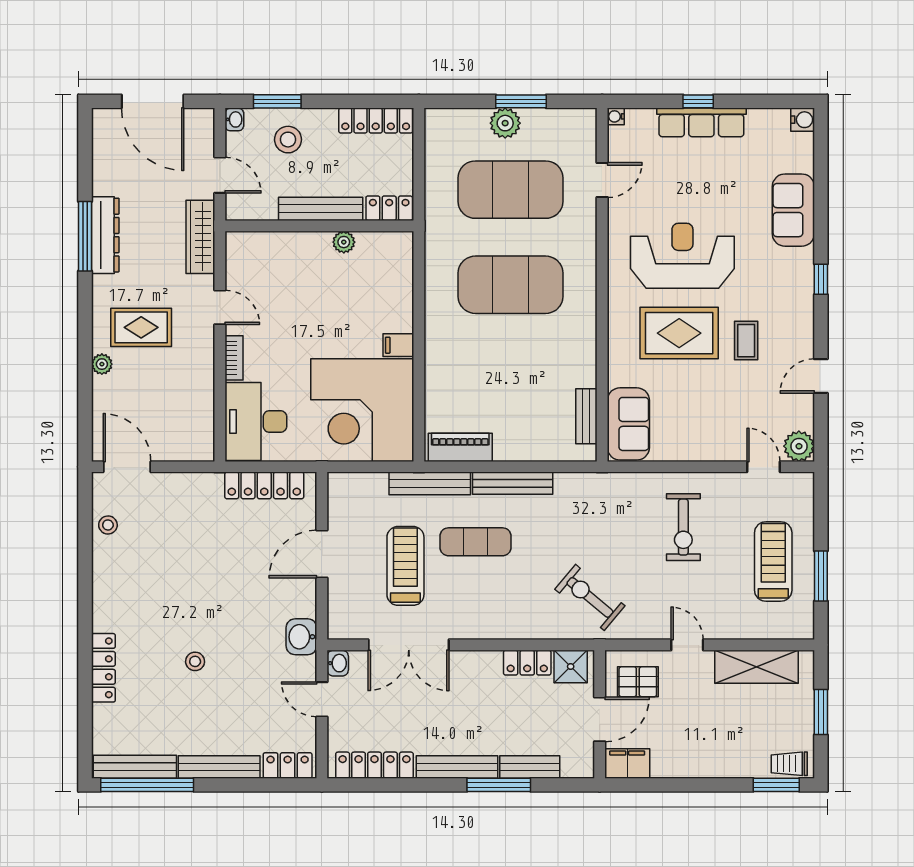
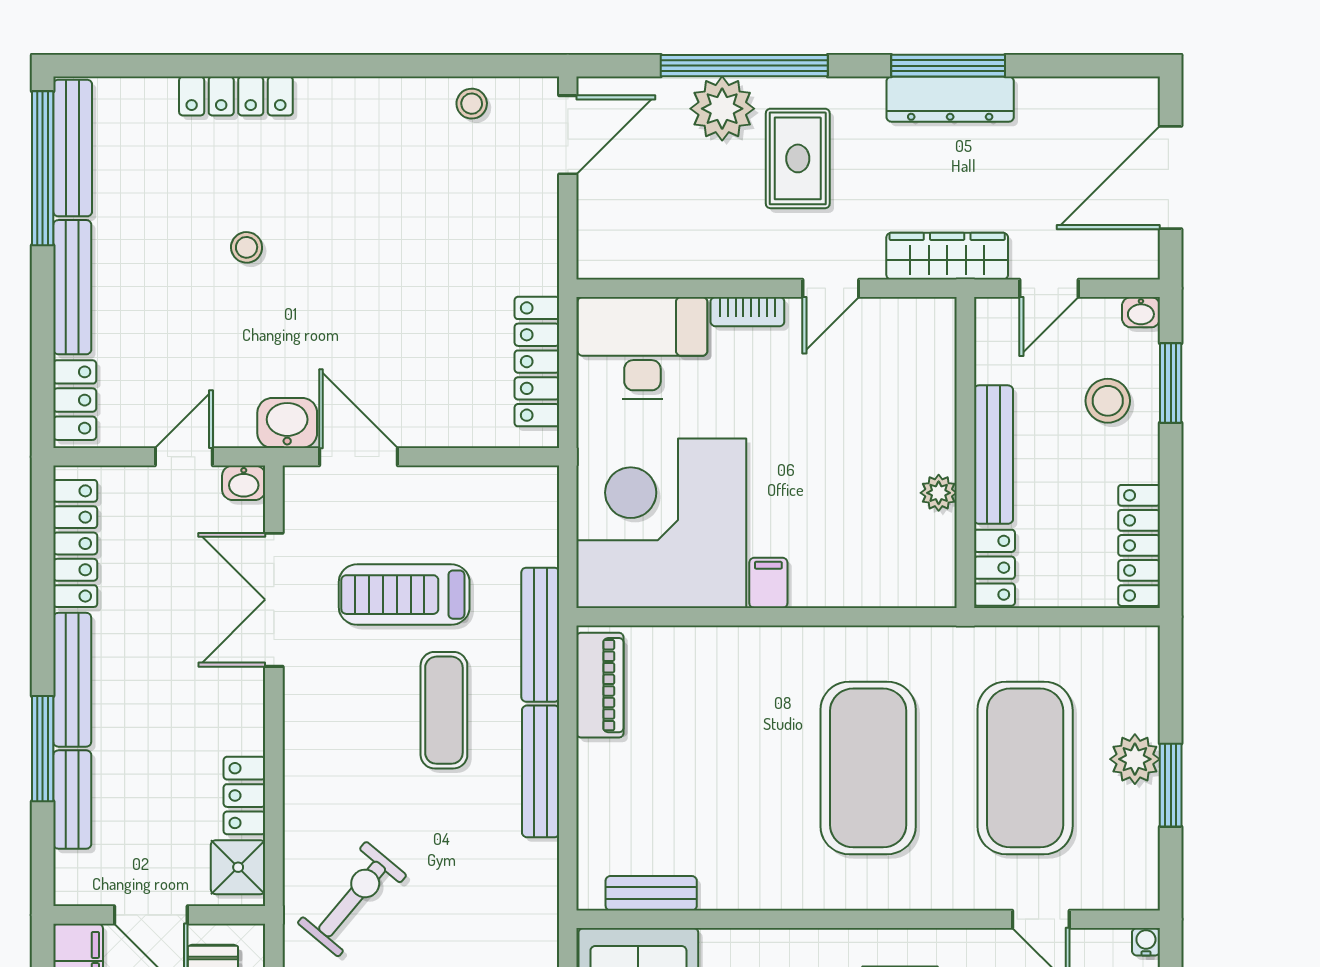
window: (85, 360) -> (744, 66), added
plant: (102, 364) -> (722, 109), width x1.87, depth x1.87
door: (322, 554) -> (359, 457), moved
treadmill: (405, 566) -> (404, 595), turned 180

